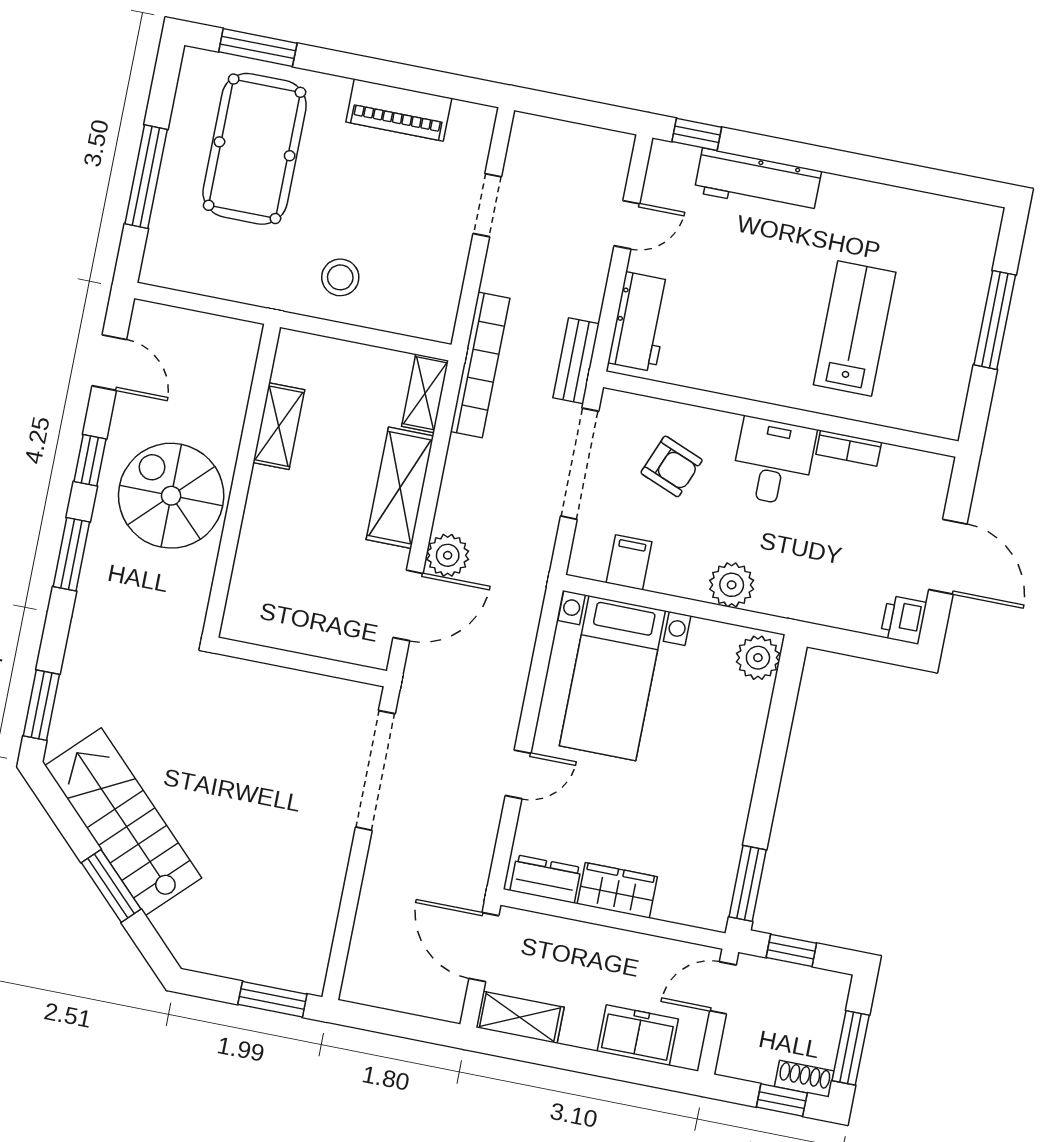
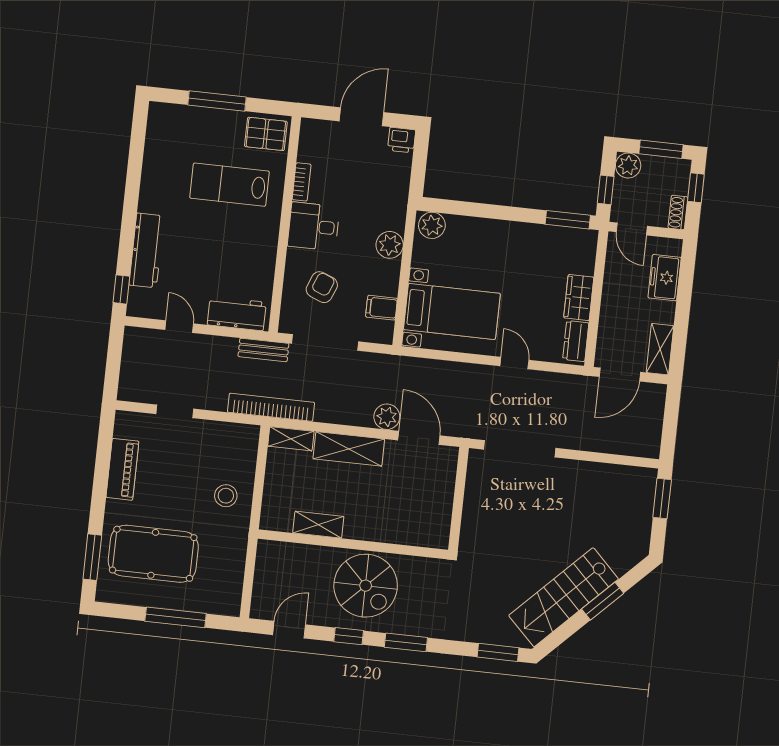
pallet: (933, 396) -> (266, 134), added
spiral stairs: (171, 496) -> (366, 586), turned -90
plant: (829, 991) -> (628, 165), added
shoe rack: (804, 1079) -> (678, 212), moved

